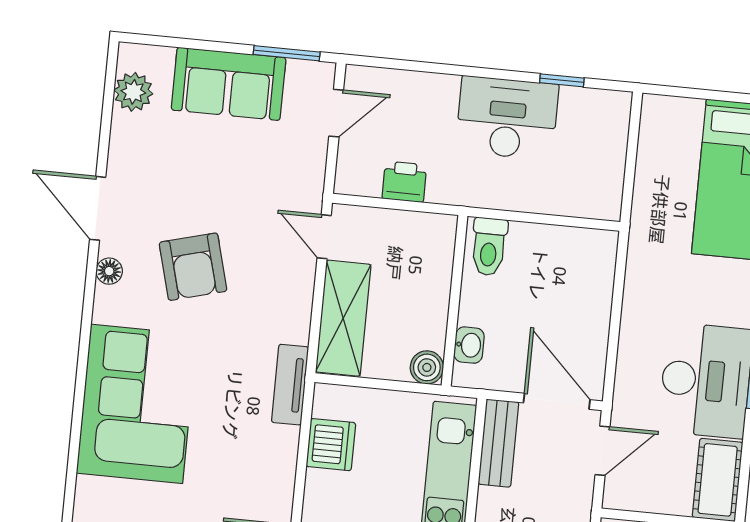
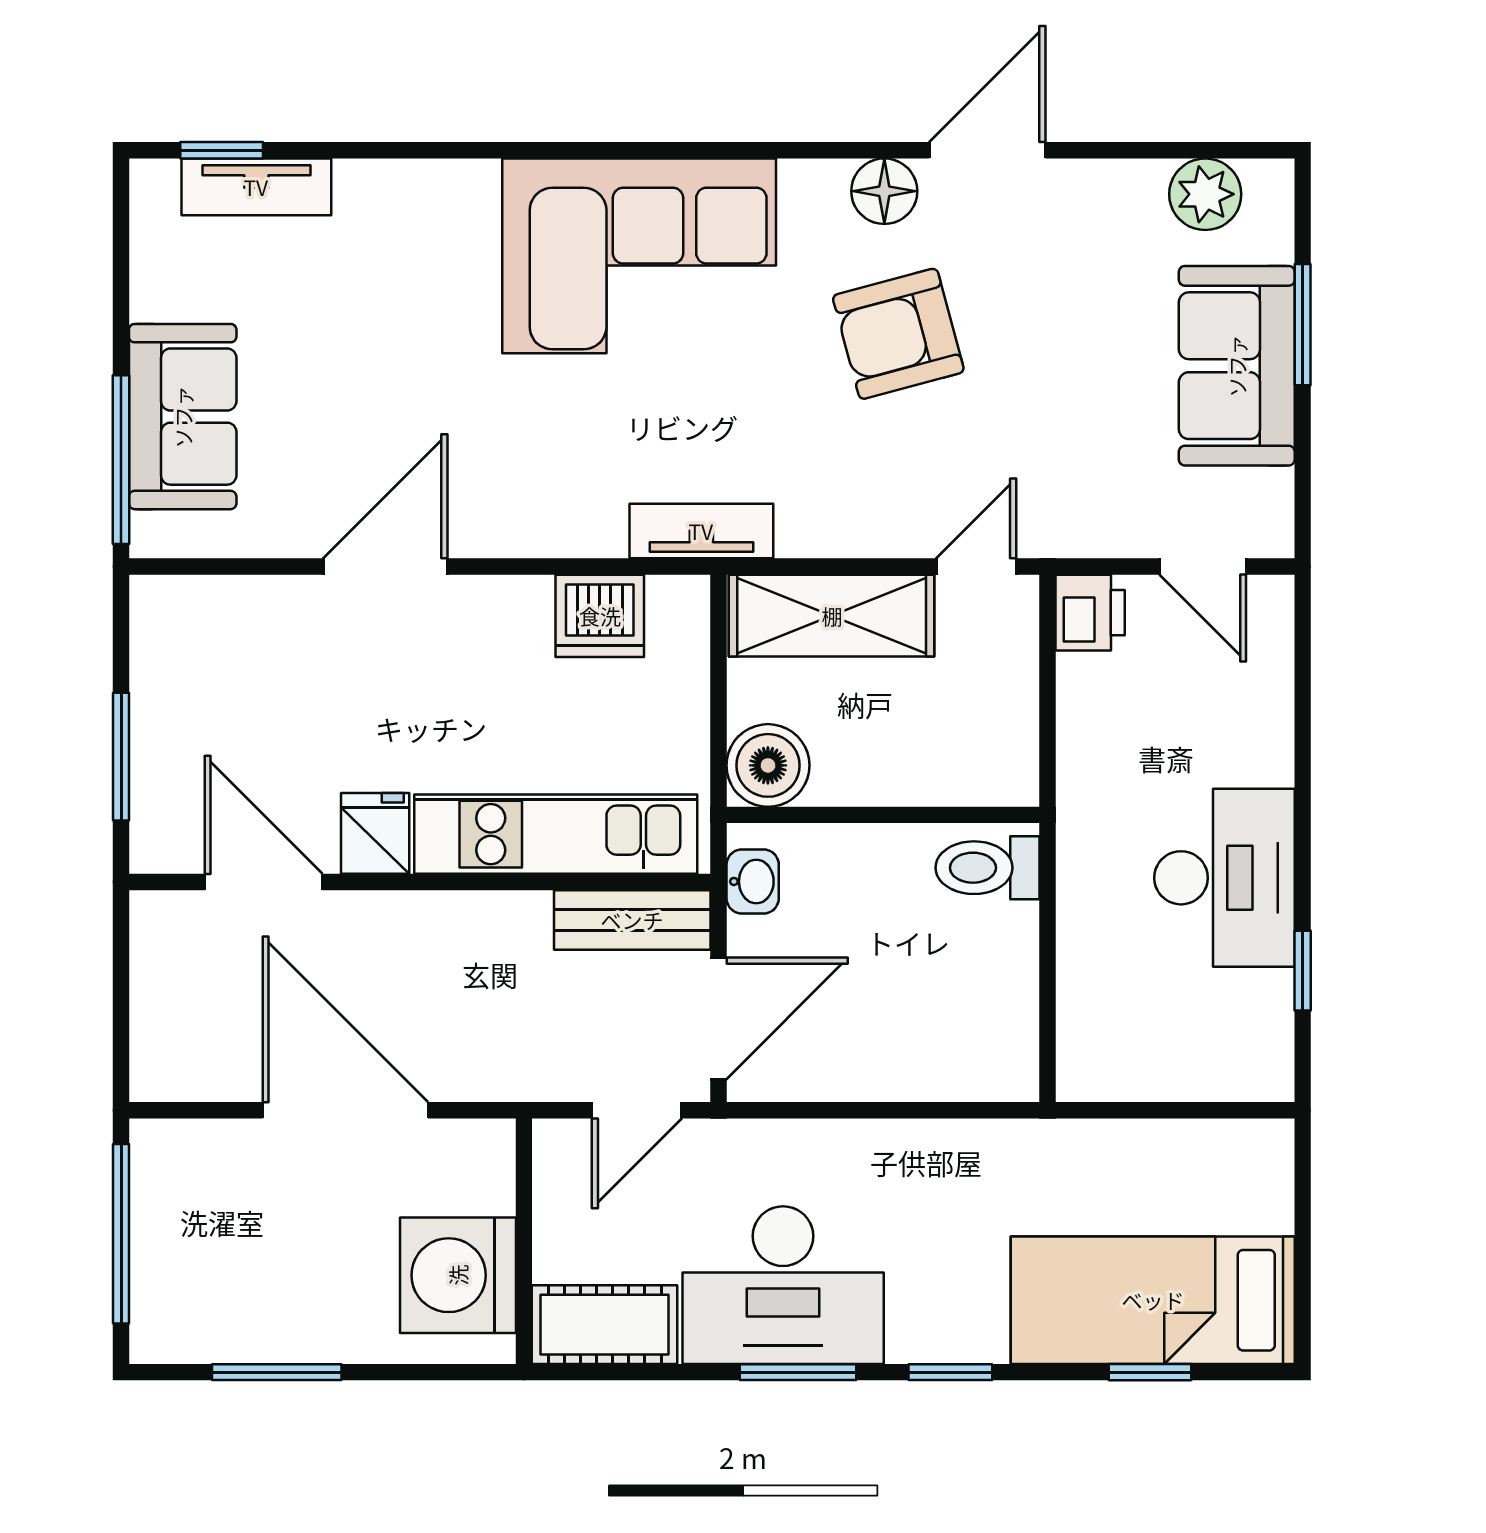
window: (287, 53) -> (1303, 325), moved
printer: (404, 182) -> (1090, 613), moved
floor lamp: (109, 271) -> (884, 191), width x1.37, depth x1.37
washbasin: (469, 345) -> (753, 881), moved, turned -90
boiler: (427, 367) -> (768, 765), width x1.36, depth x1.36
door: (602, 451) -> (637, 1110), hinge flipped

